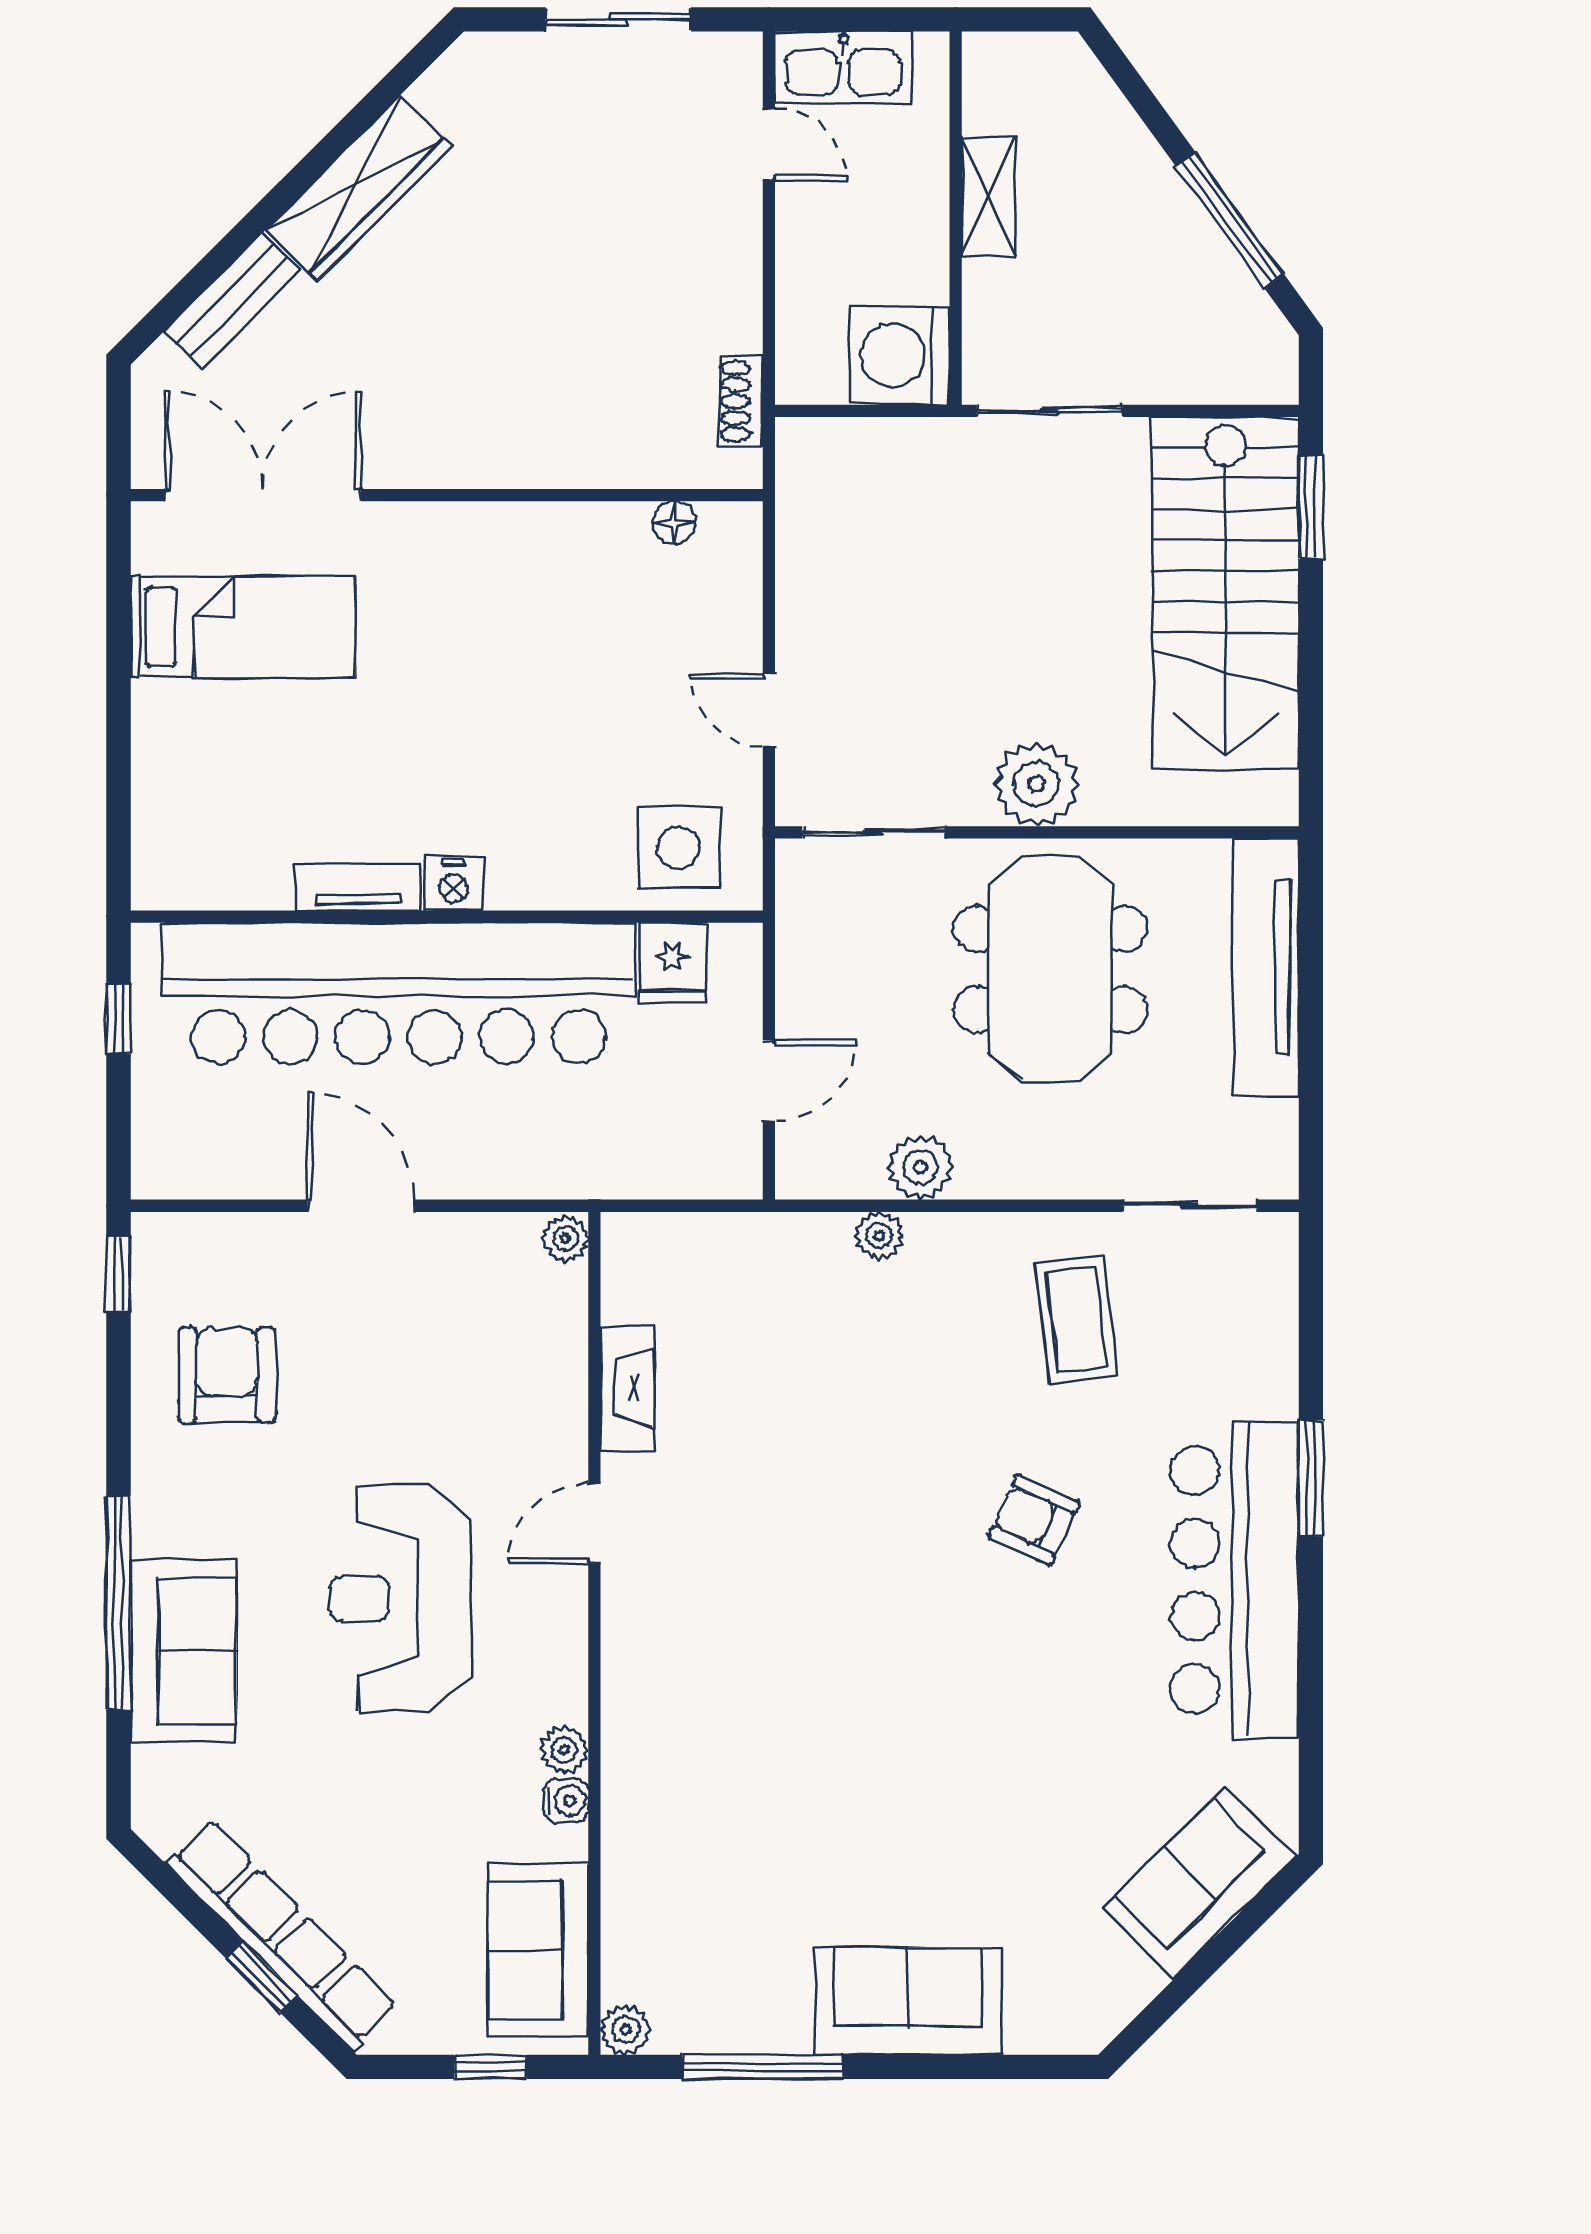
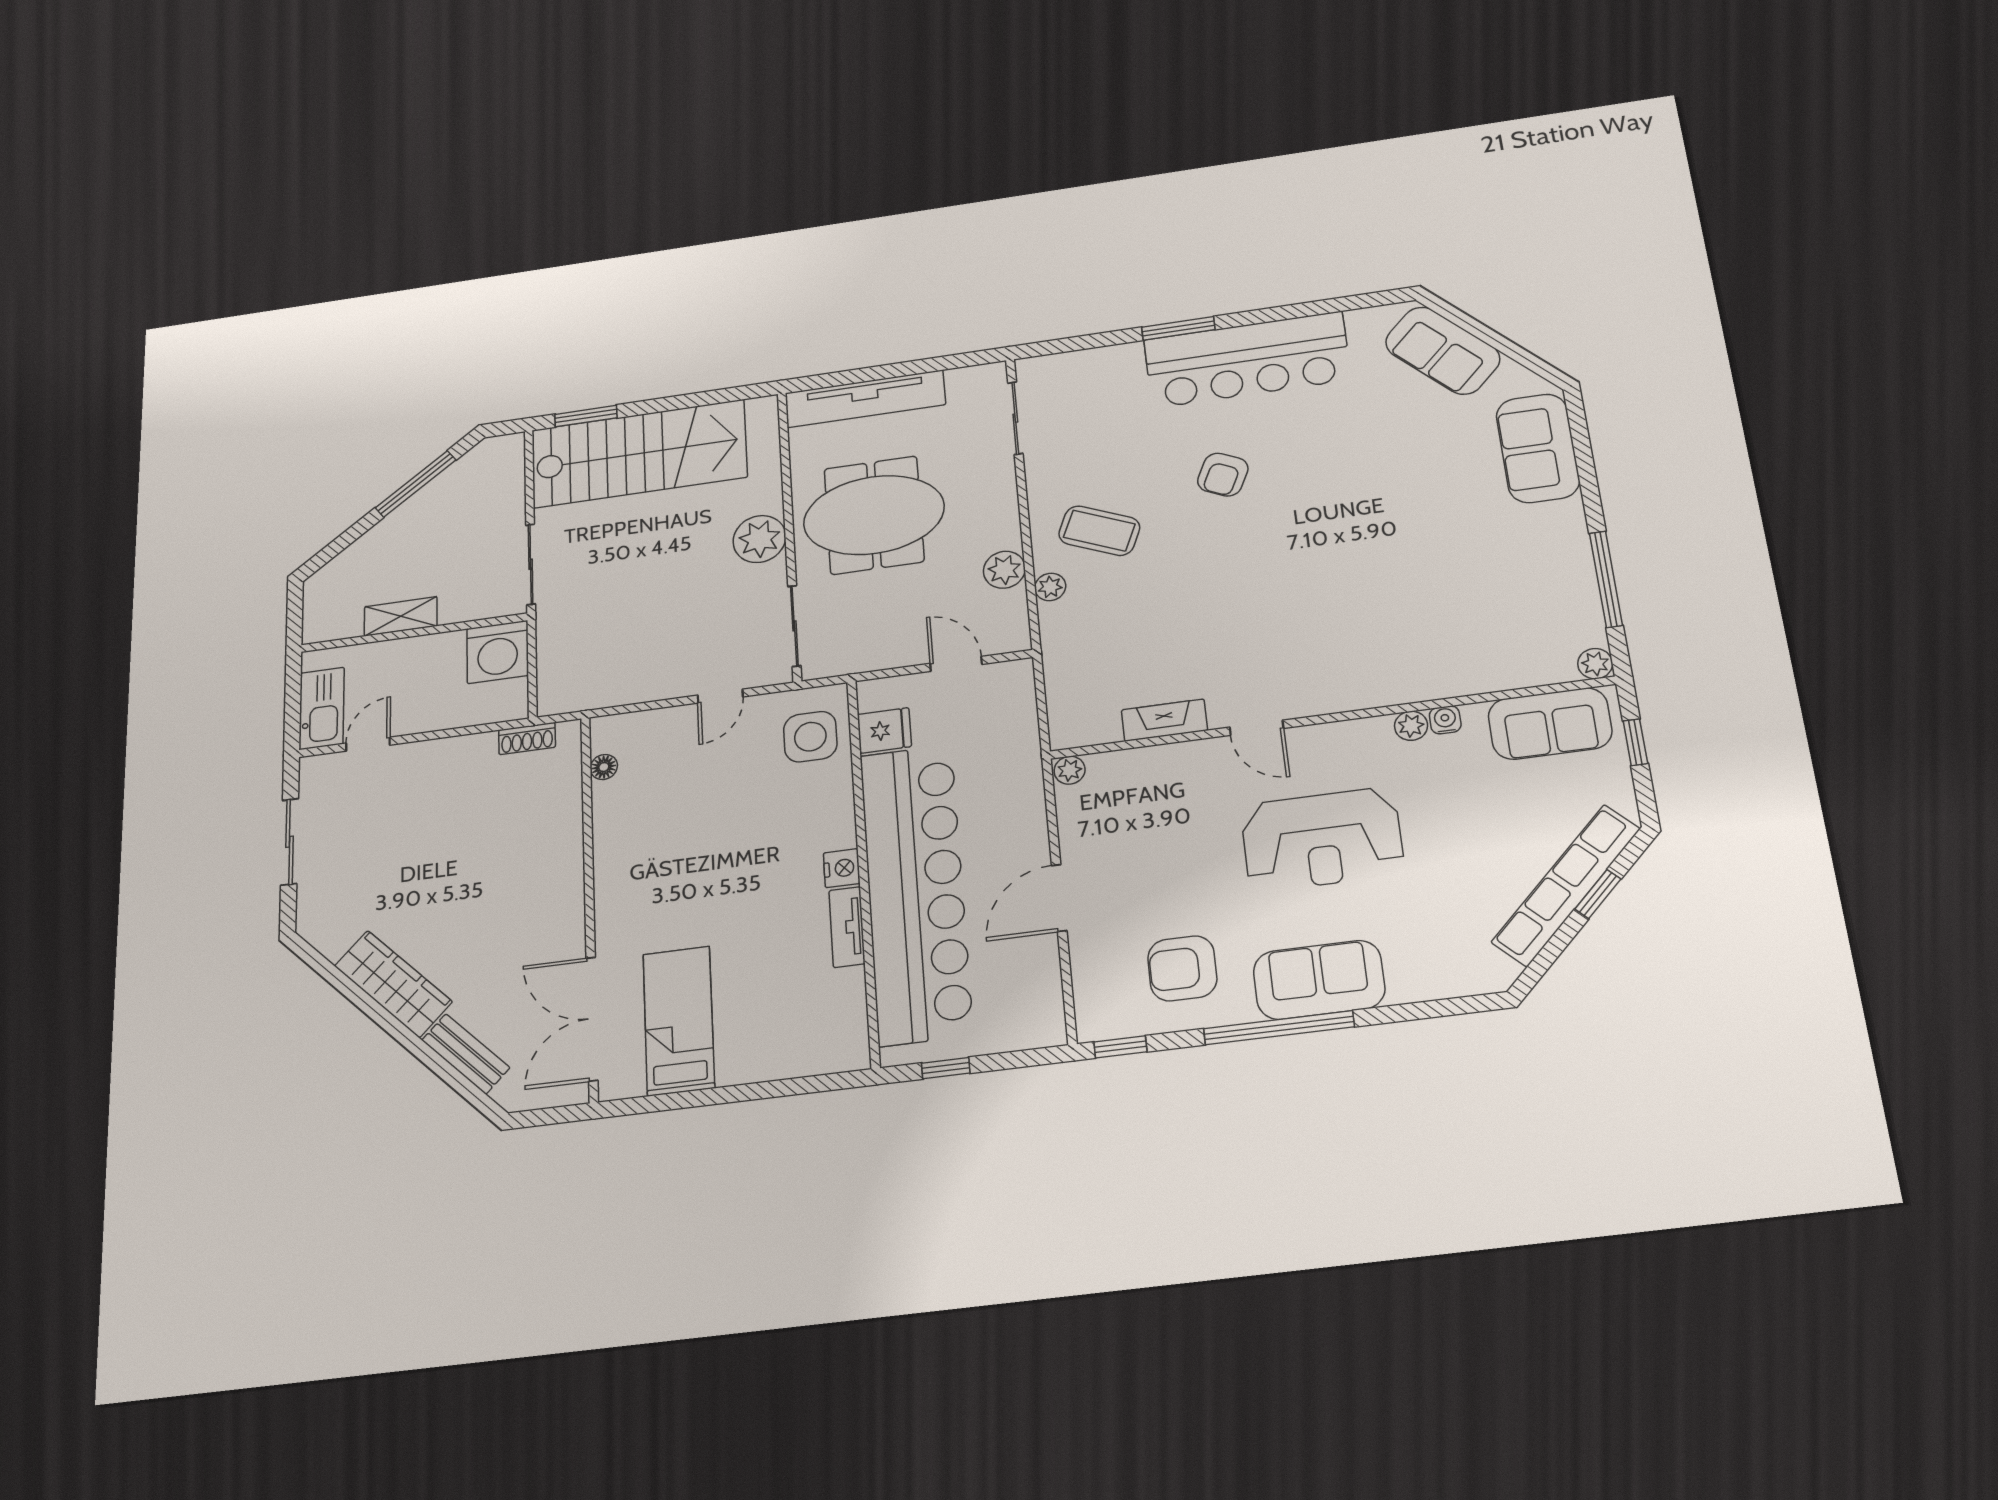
coffee table: (1077, 1320) -> (1099, 531), moved, turned 30
window: (119, 1603) -> (1279, 1028), moved
sofa: (183, 1651) -> (1319, 980), moved
sofa: (908, 2001) -> (1538, 448), moved

